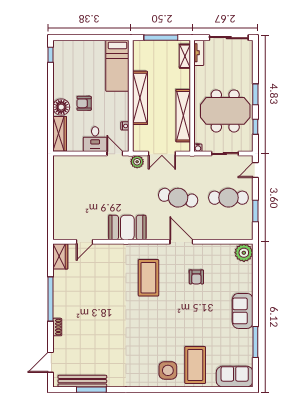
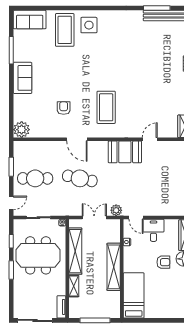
shelving: (185, 56) -> (74, 286), moved
door: (85, 242) -> (150, 139), moved

